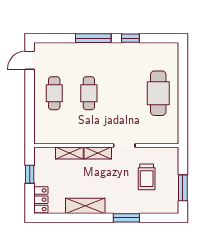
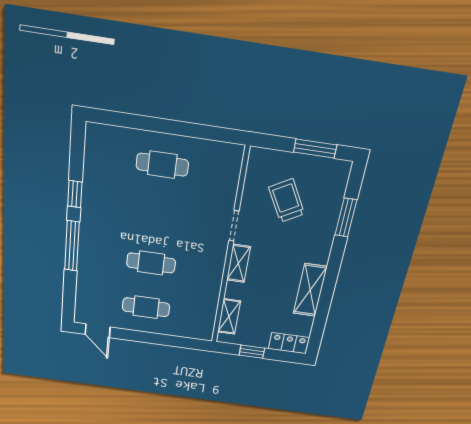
cafe table: (158, 93) -> (162, 165), width x0.73, depth x0.74
shelving: (69, 153) -> (229, 317), moved
trolley: (147, 177) -> (287, 201), turned -119
window: (126, 218) -> (346, 217), moved

